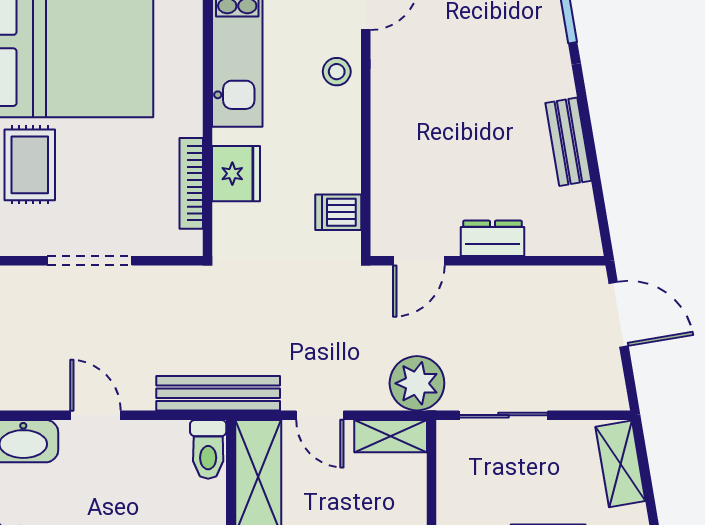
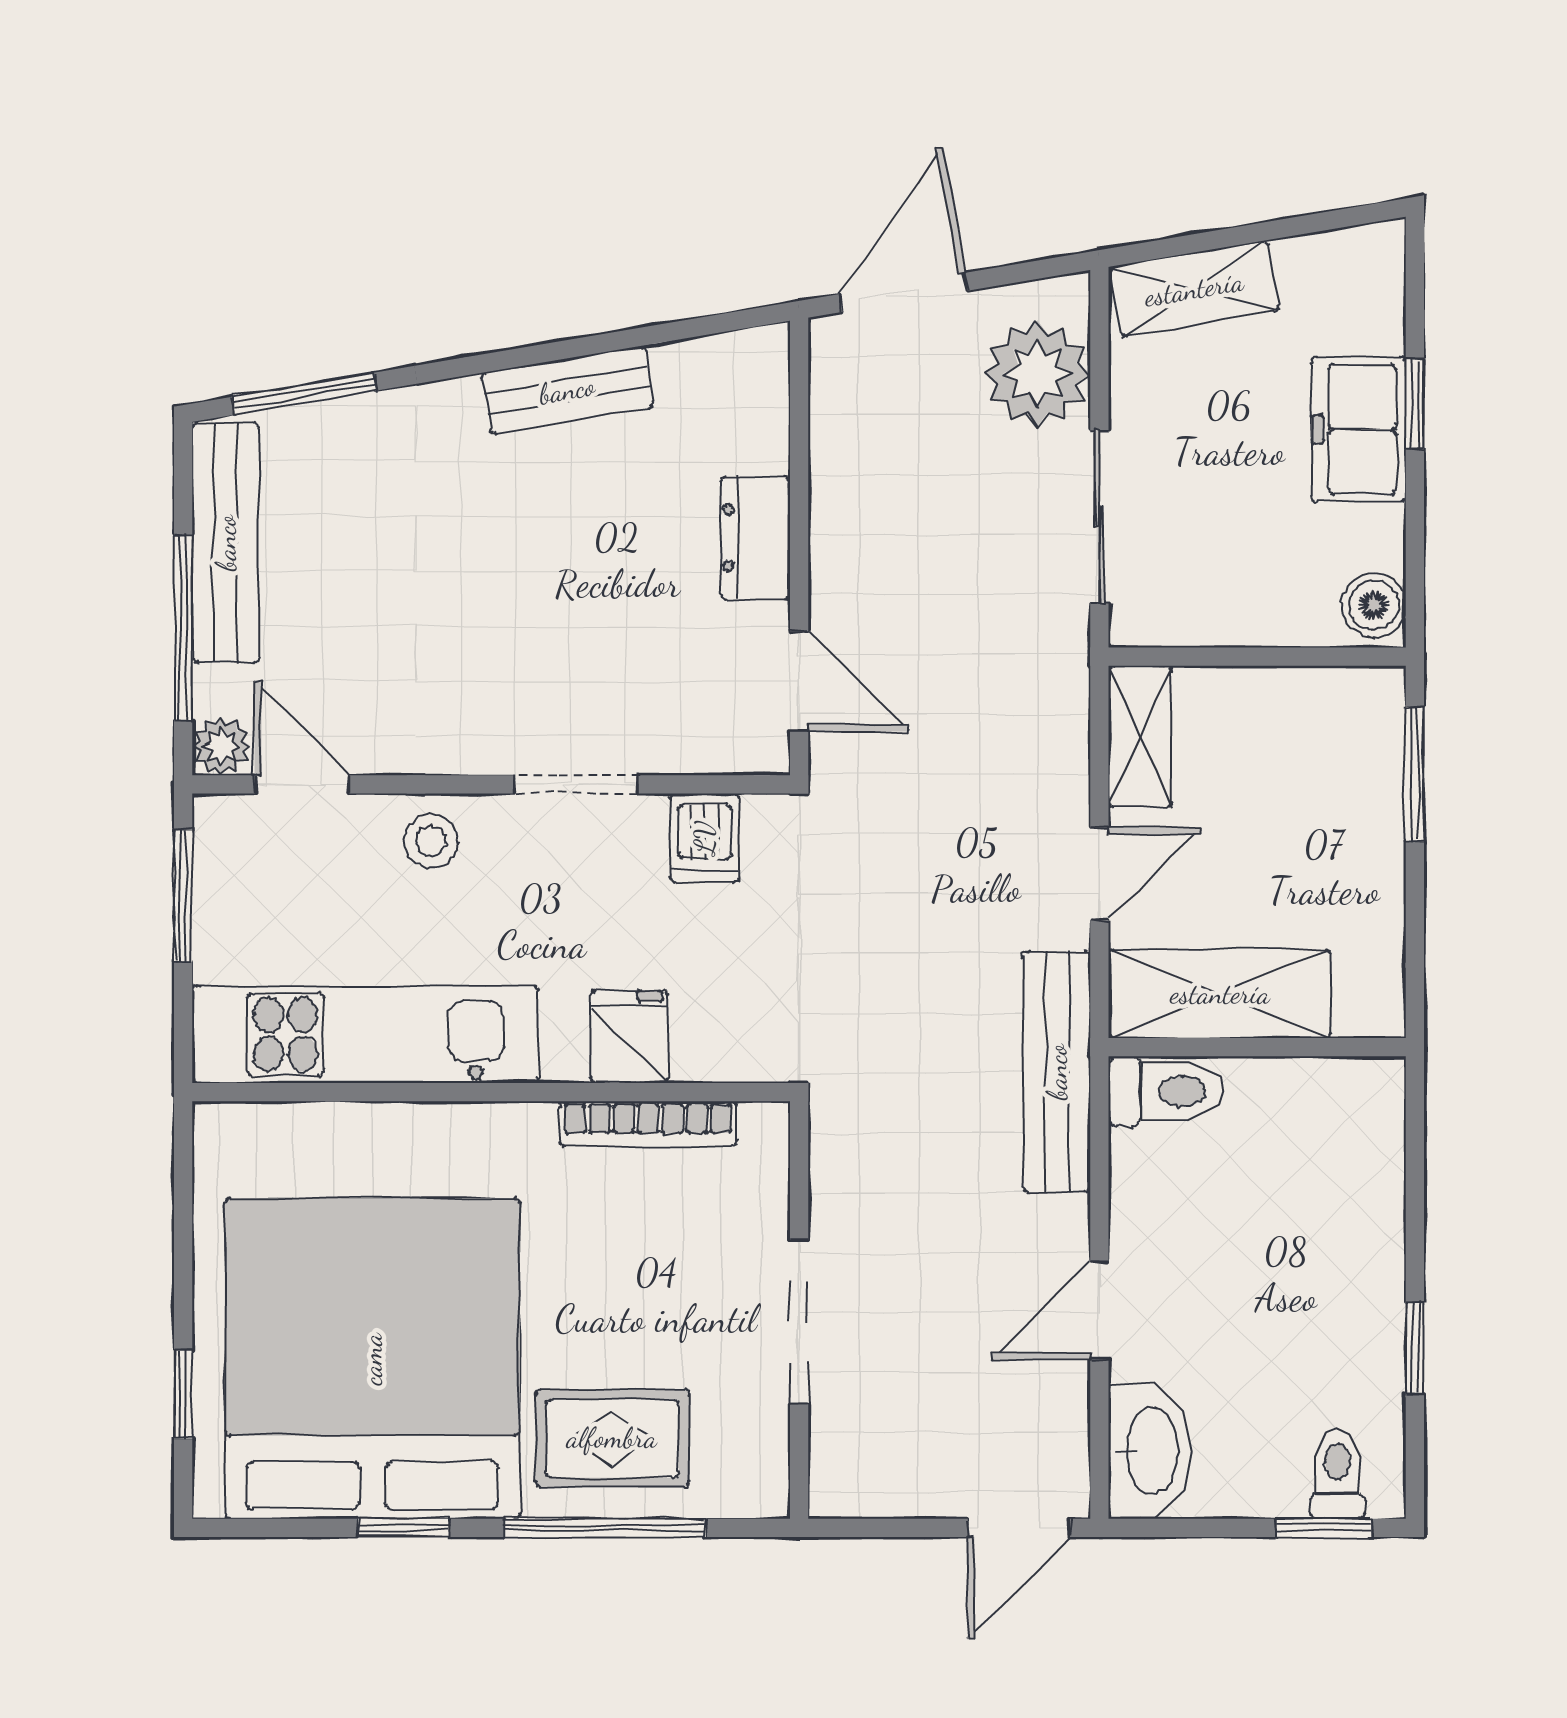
doorway: (366, 146) -> (576, 784), added
fridge: (236, 174) -> (629, 1037), width x0.72
plant: (417, 383) -> (1037, 373), moved

